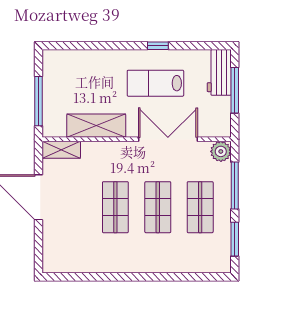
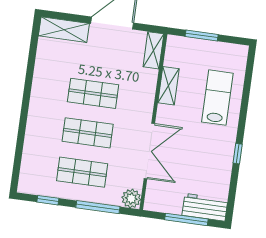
lab bench: (155, 83) -> (217, 98), moved
window: (38, 101) -> (202, 35), width x0.69
shelving: (96, 126) -> (169, 86), width x0.67, depth x0.75
window: (235, 239) -> (48, 200), width x0.67
shelving: (52, 247) -> (64, 30), added

